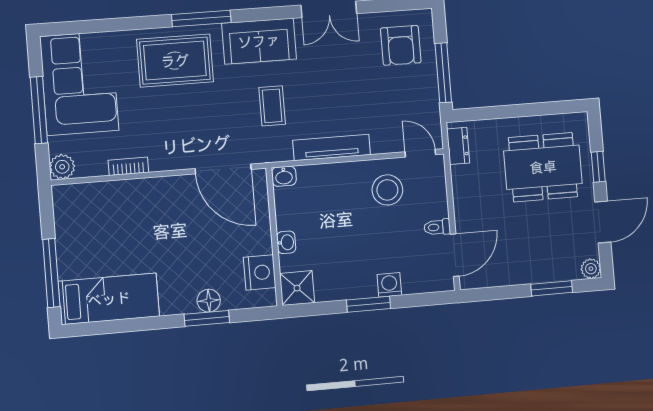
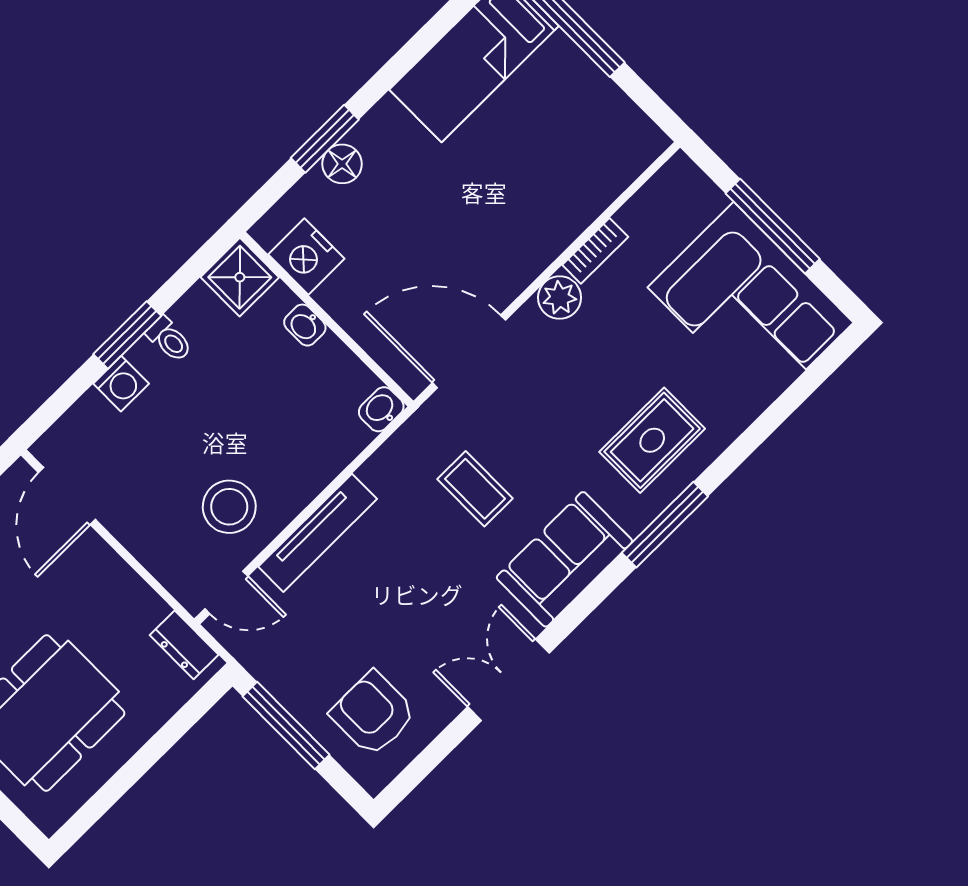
rug: (175, 61) -> (652, 440), width x0.73, depth x0.70
tv unit: (332, 148) -> (318, 533), moved
plant: (62, 167) -> (560, 298), moved
toilet: (437, 227) -> (169, 339), moved, turned 90

